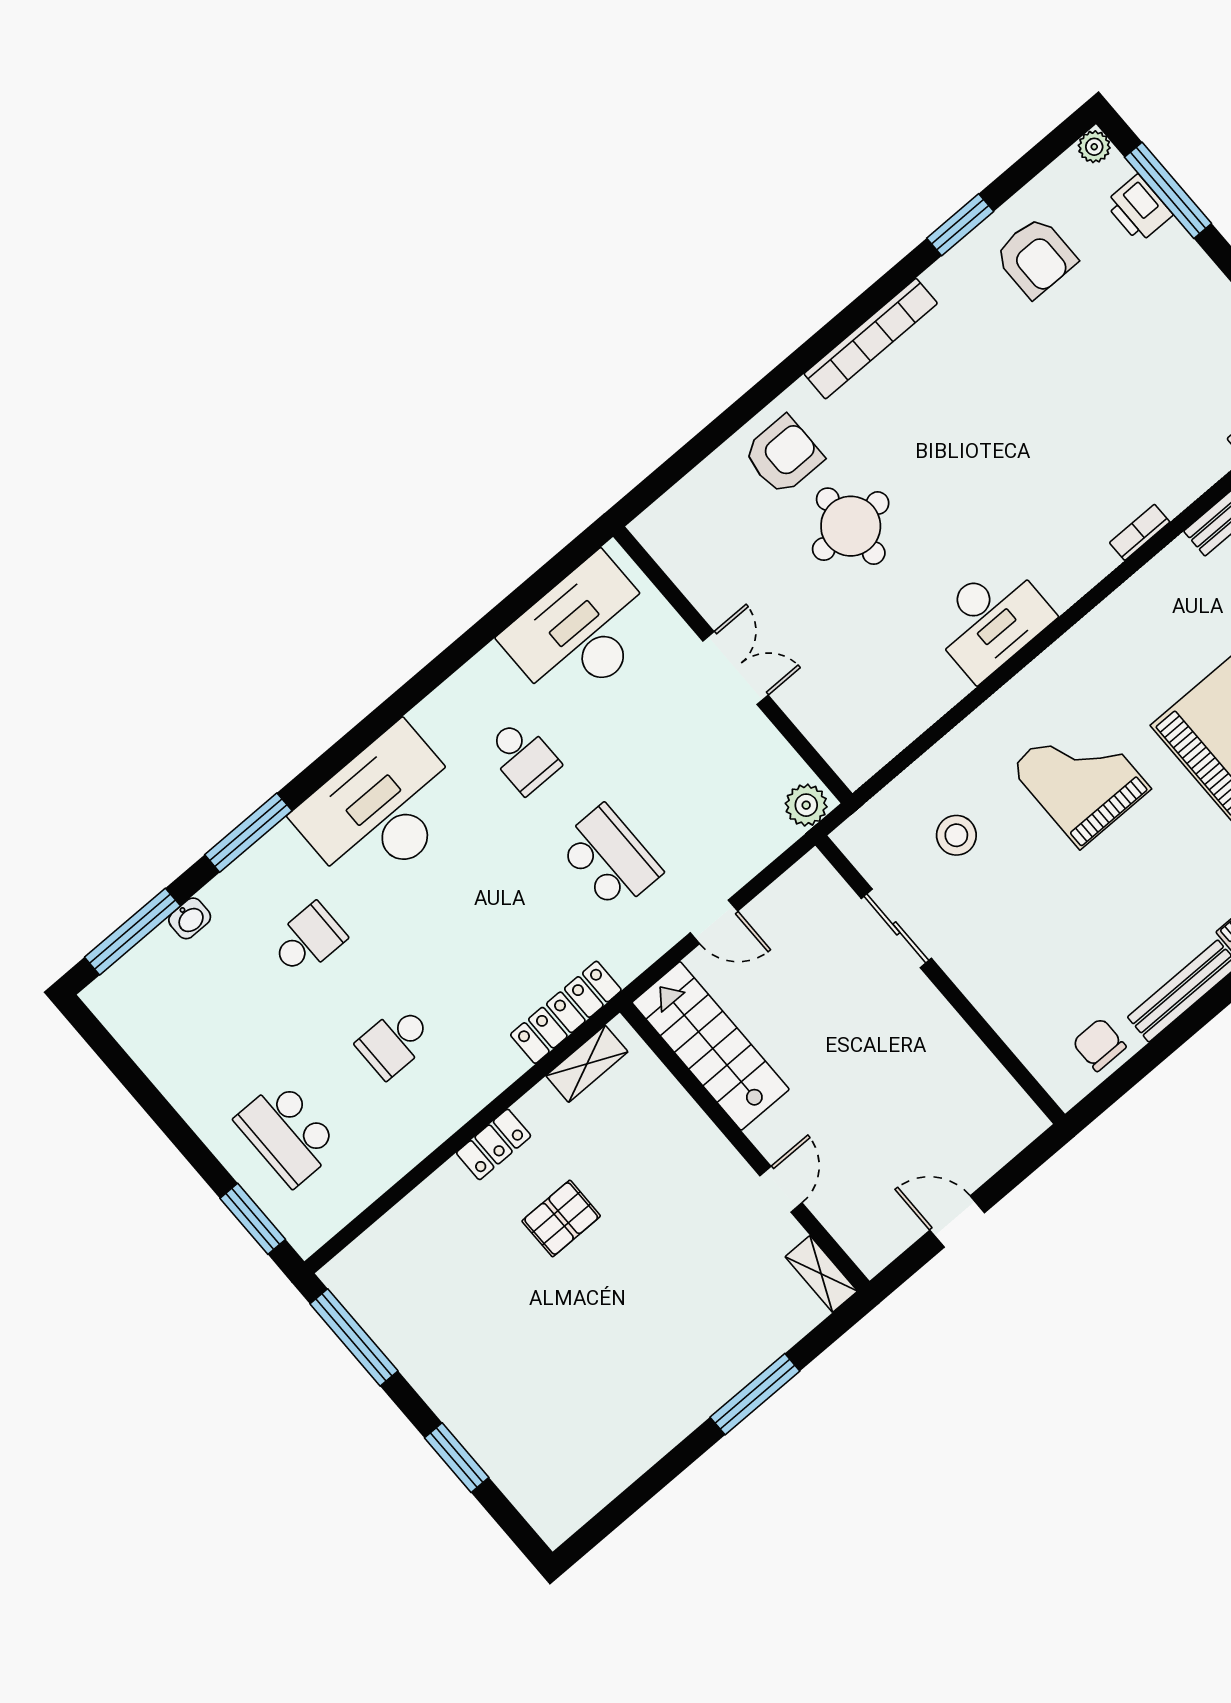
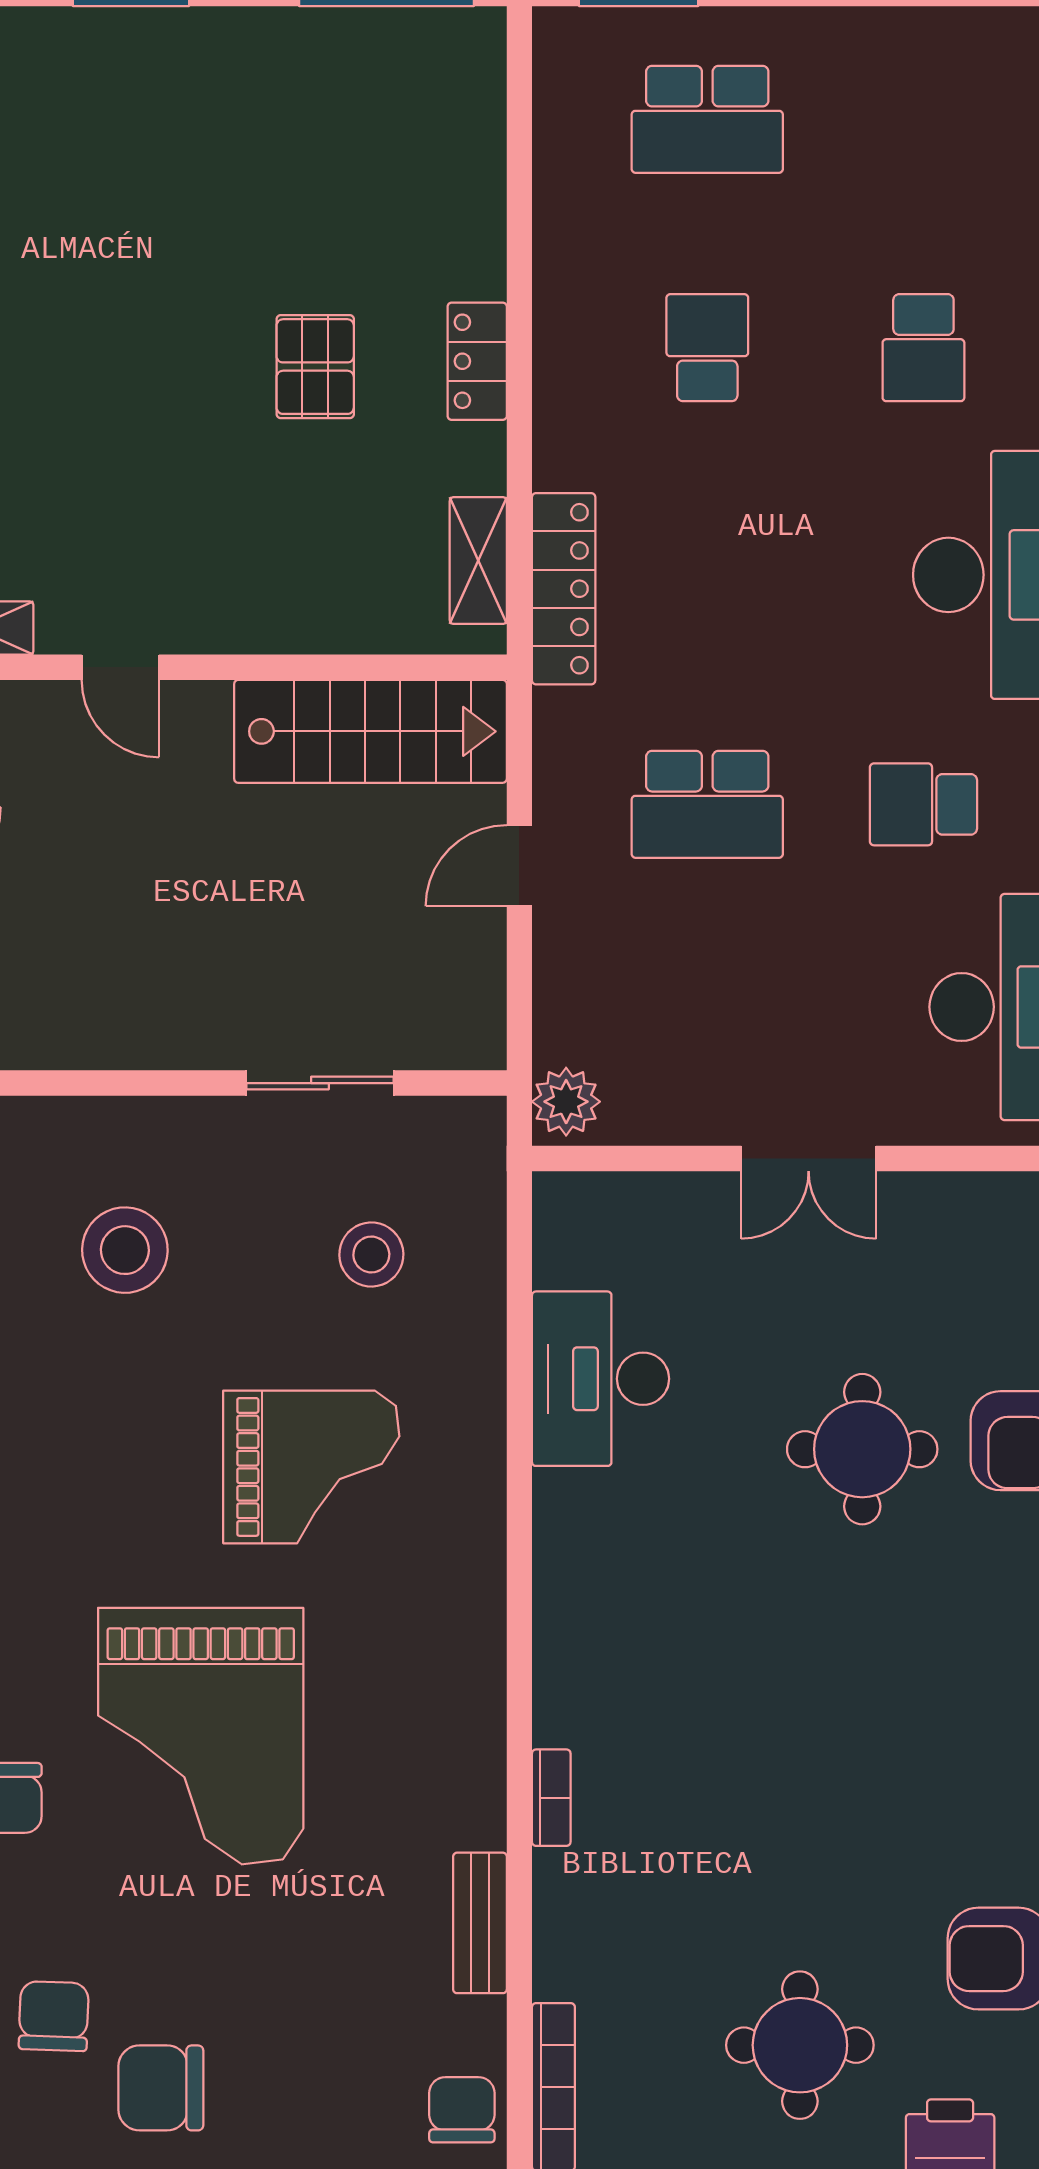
round table: (1156, 316) -> (800, 2045), added
desk: (991, 620) -> (601, 1379), moved
stool: (1053, 953) -> (125, 1250), added
school desk: (287, 1133) -> (707, 119), turned 180

